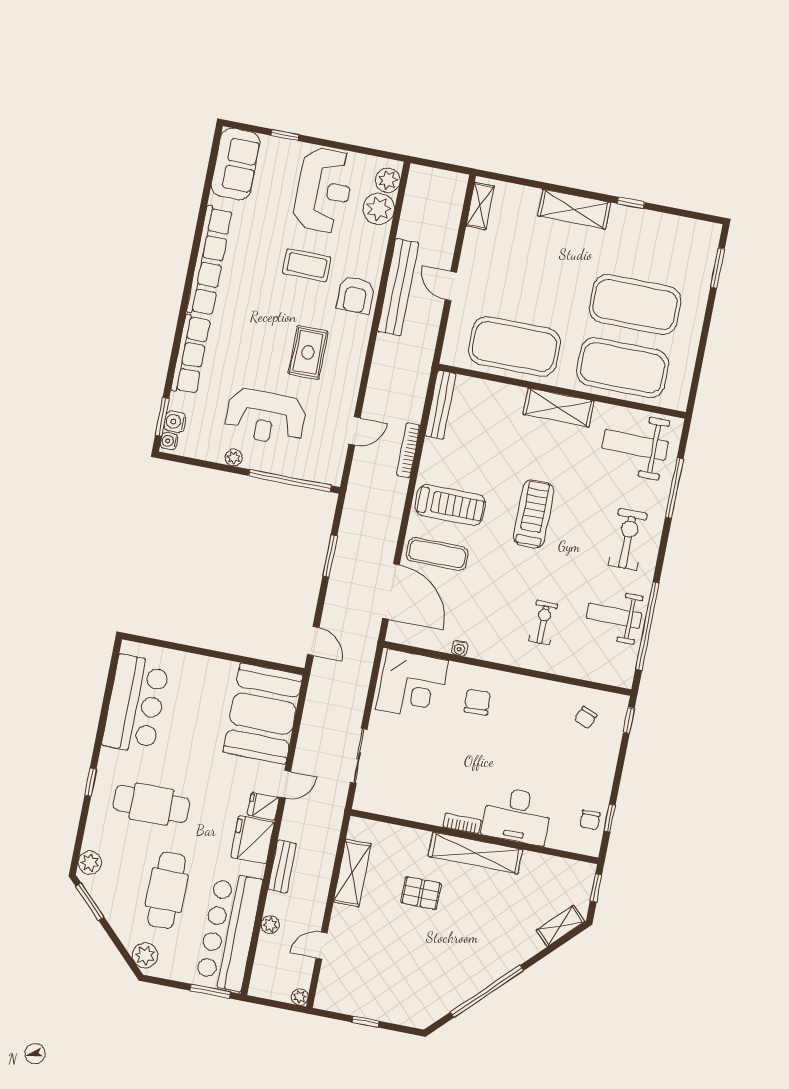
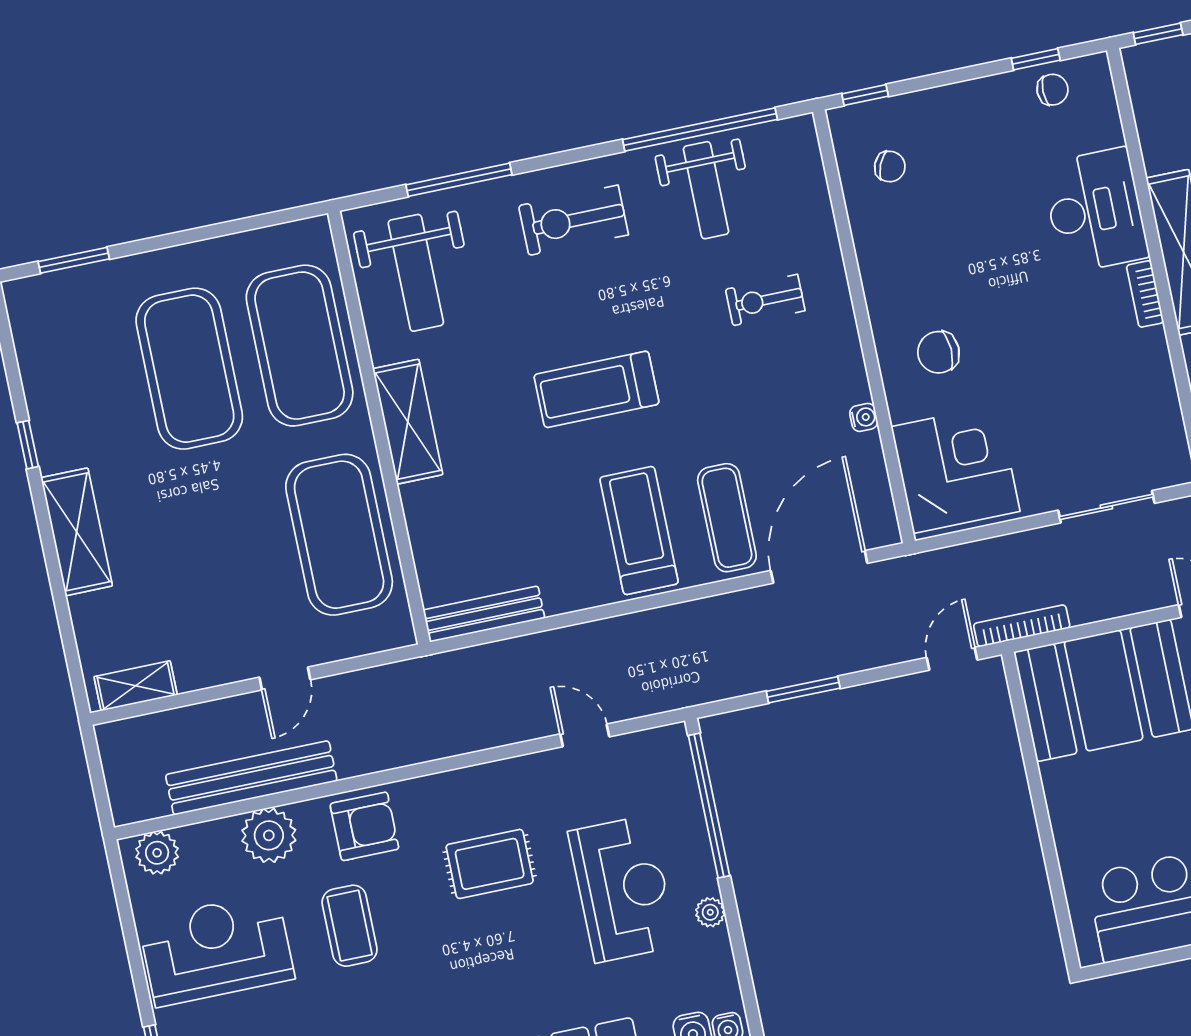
plant: (379, 209) -> (269, 835), moved
bench: (398, 287) -> (251, 778), moved
bookcase: (408, 450) -> (1022, 626), moved, turned 180

